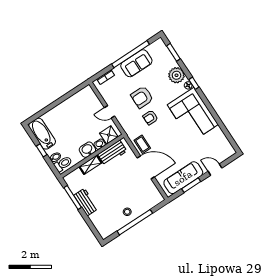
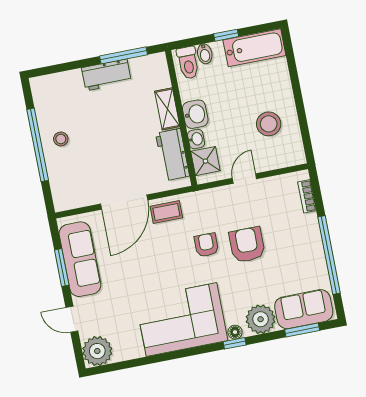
sofa: (136, 63) -> (304, 309), moved, turned 90
stool: (77, 111) -> (269, 124), added
plant: (226, 150) -> (97, 351), added
door: (215, 170) -> (72, 319), swing flipped

